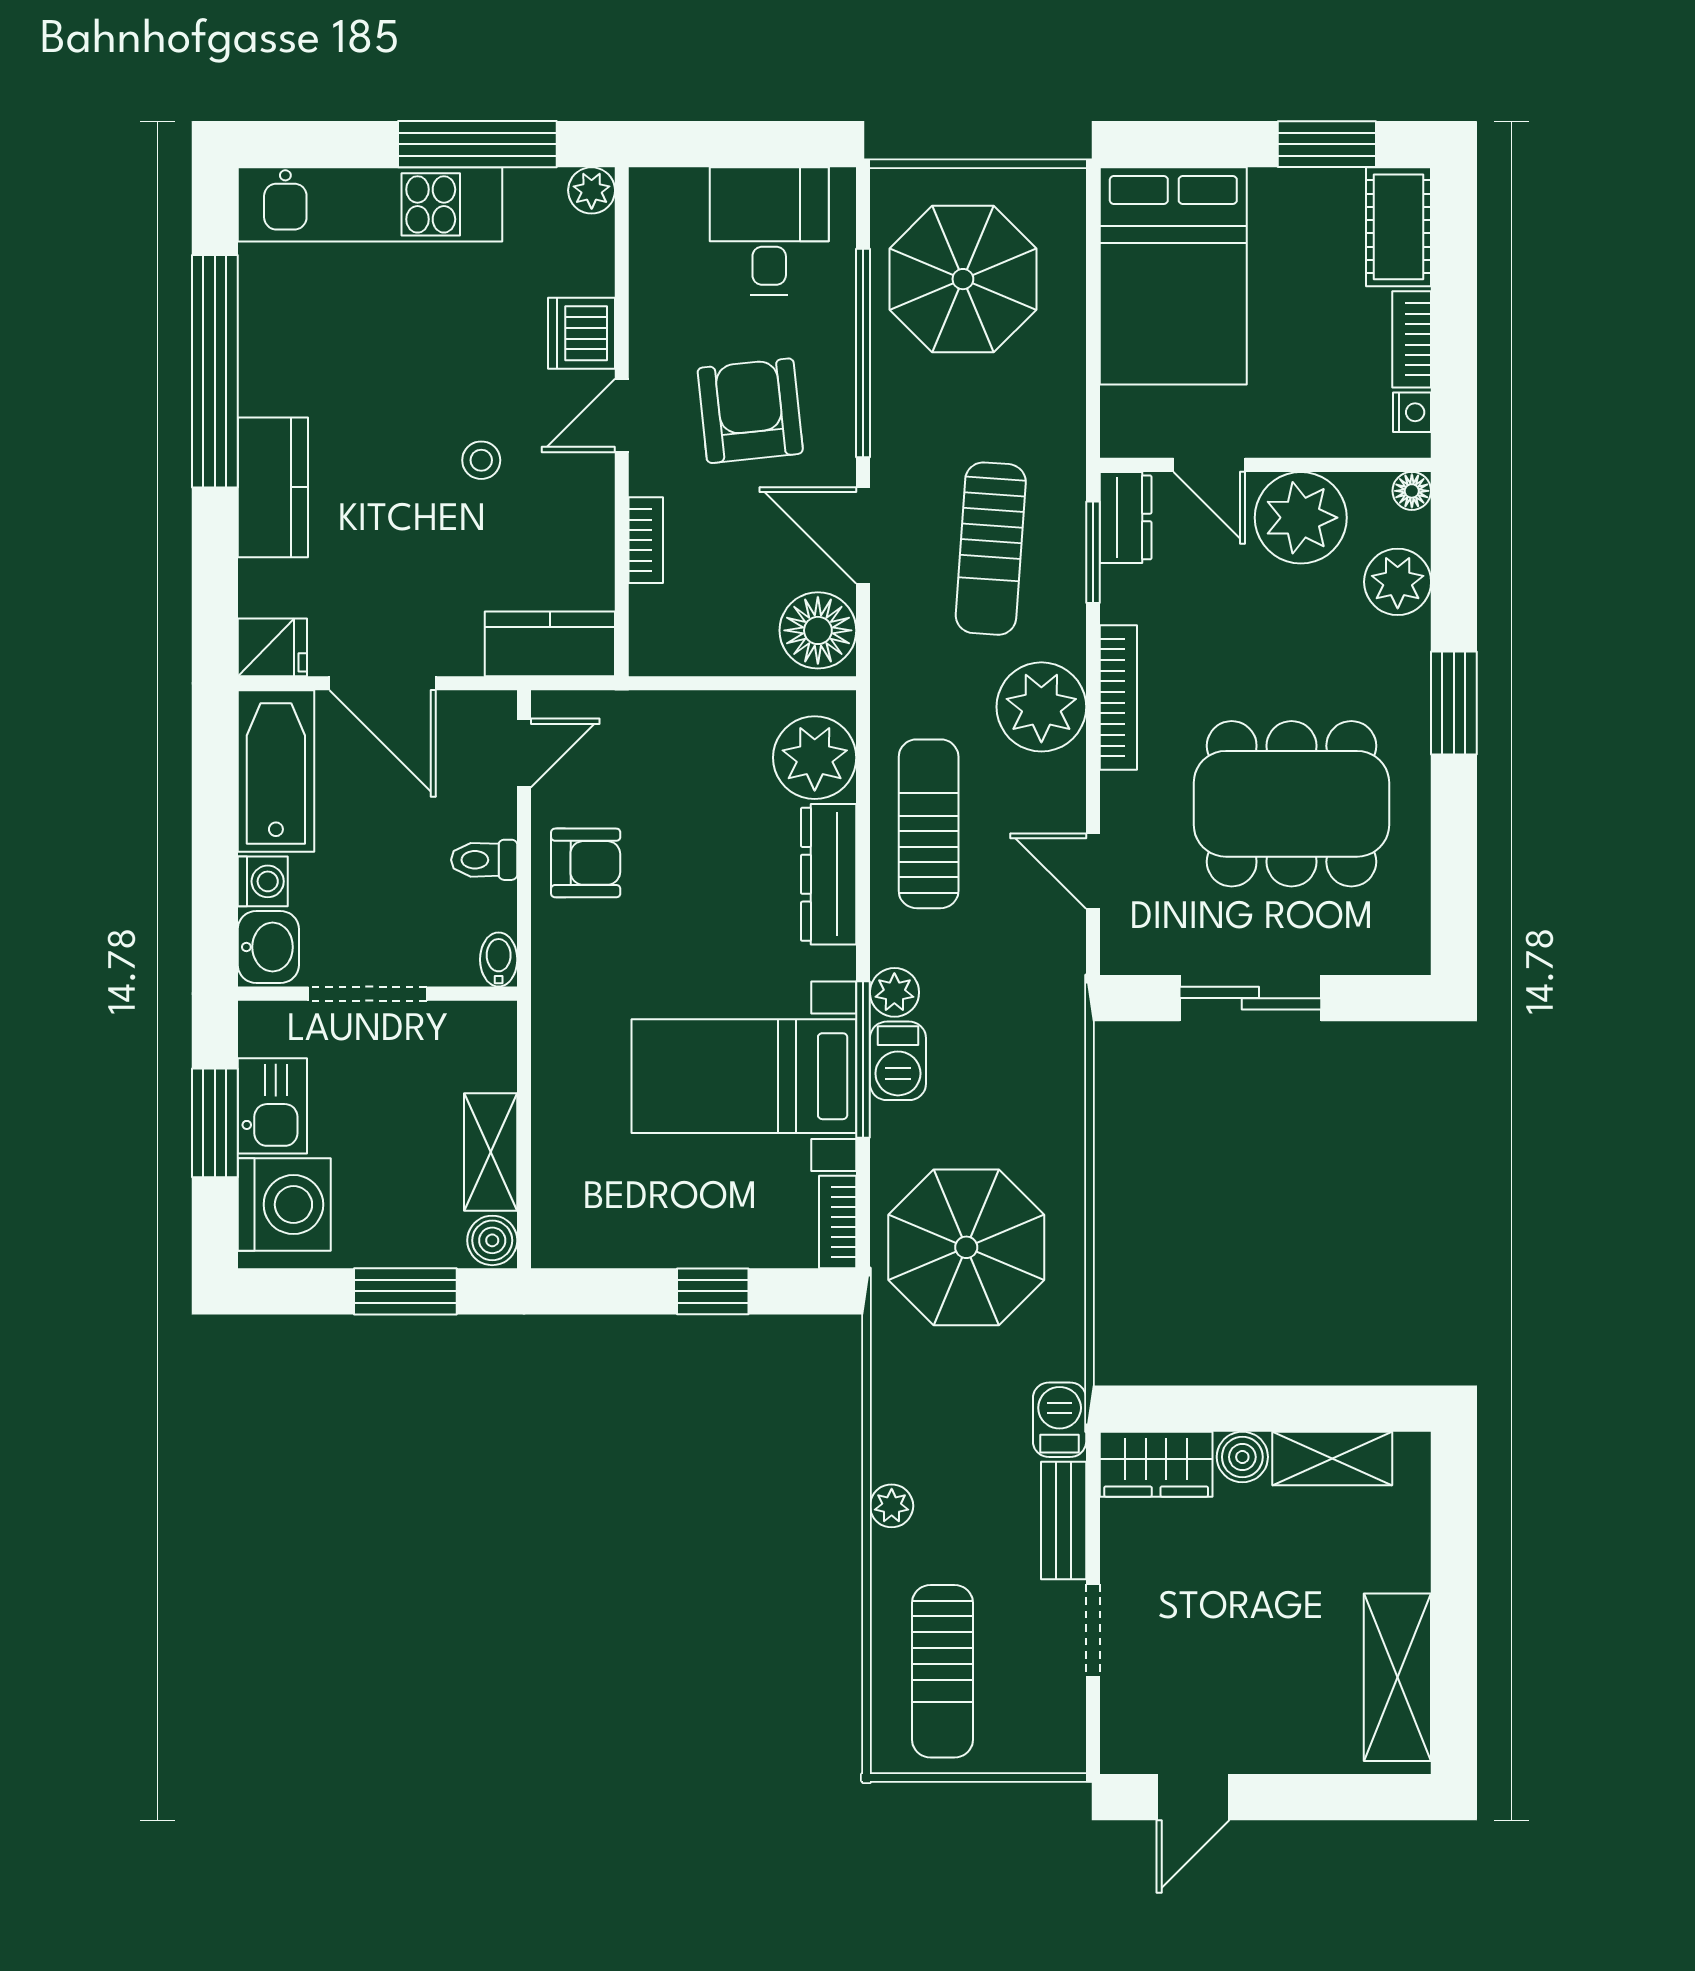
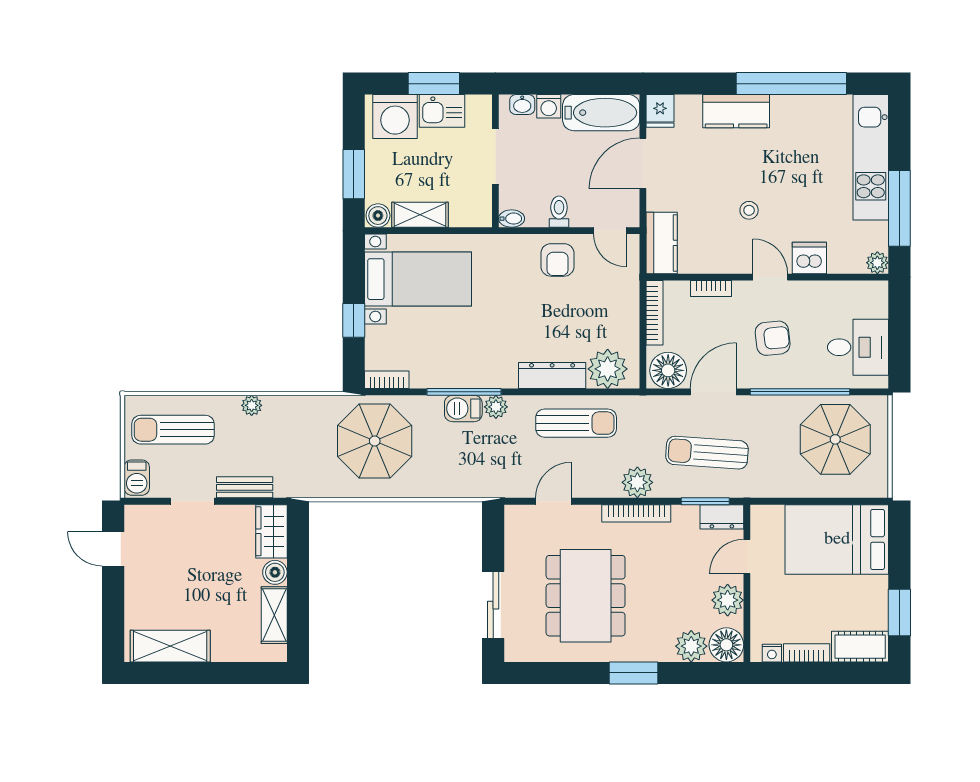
armchair: (750, 411) -> (773, 338), width x0.72, depth x0.72
floor lamp: (1412, 491) -> (726, 645), width x1.89, depth x1.89
plant: (1301, 518) -> (728, 600), width x0.73, depth x0.73
bookcase: (697, 659) -> (655, 313), added
plant: (1041, 707) -> (637, 482), width x0.73, depth x0.73
washbasin: (268, 947) -> (522, 105), width x0.72, depth x0.69
sliding door: (1250, 998) -> (493, 605), moved
bed with nightstands: (744, 1076) -> (418, 279), moved, turned 90
barbecue: (1060, 1420) -> (137, 478), moved, turned 90

